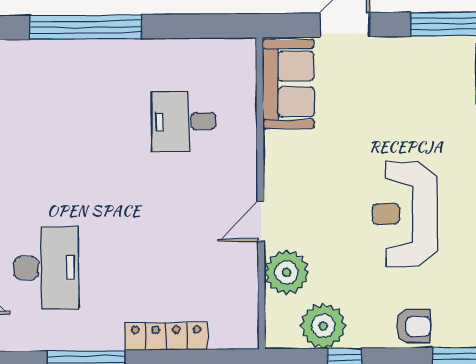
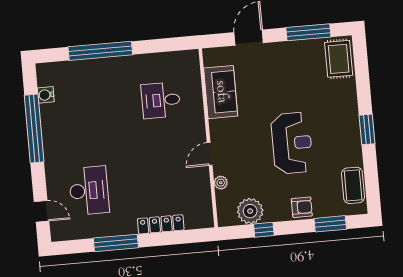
sofa: (288, 84) -> (221, 92), moved
reception desk: (405, 214) -> (292, 143), turned 180
plant: (286, 272) -> (221, 183), width x0.53, depth x0.53

